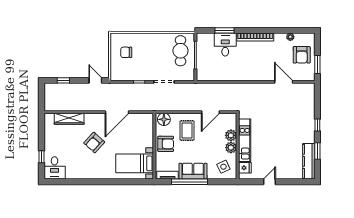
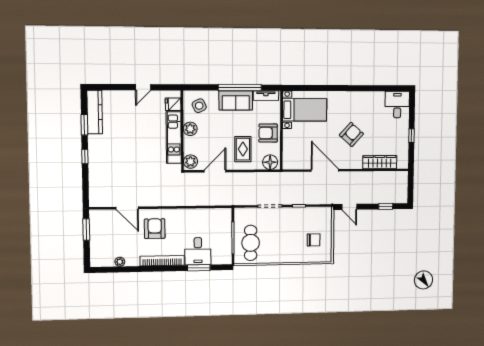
armchair: (302, 55) -> (155, 229), moved
door: (117, 112) -> (325, 170), hinge flipped
plant: (231, 135) -> (191, 162), moved
window: (42, 157) -> (411, 136), moved

